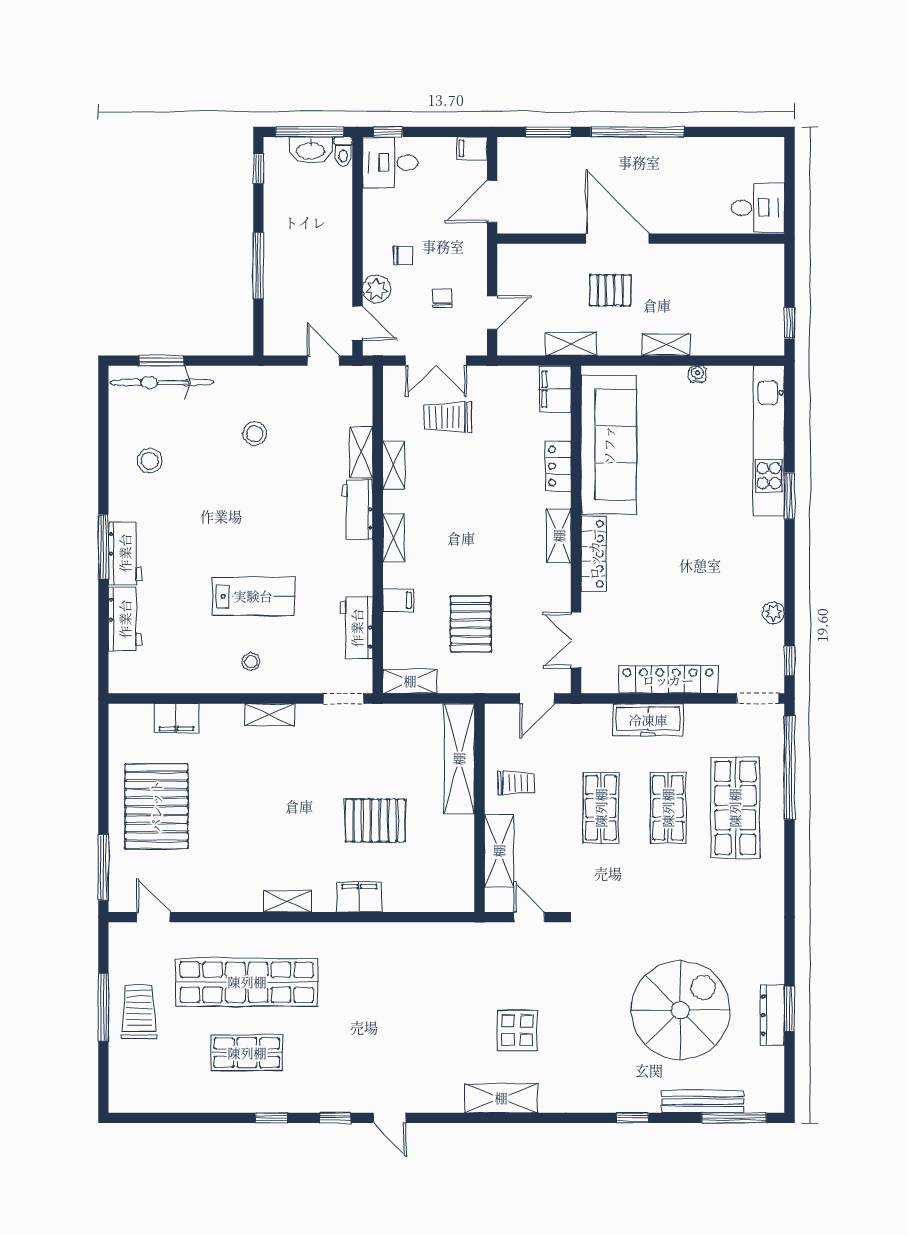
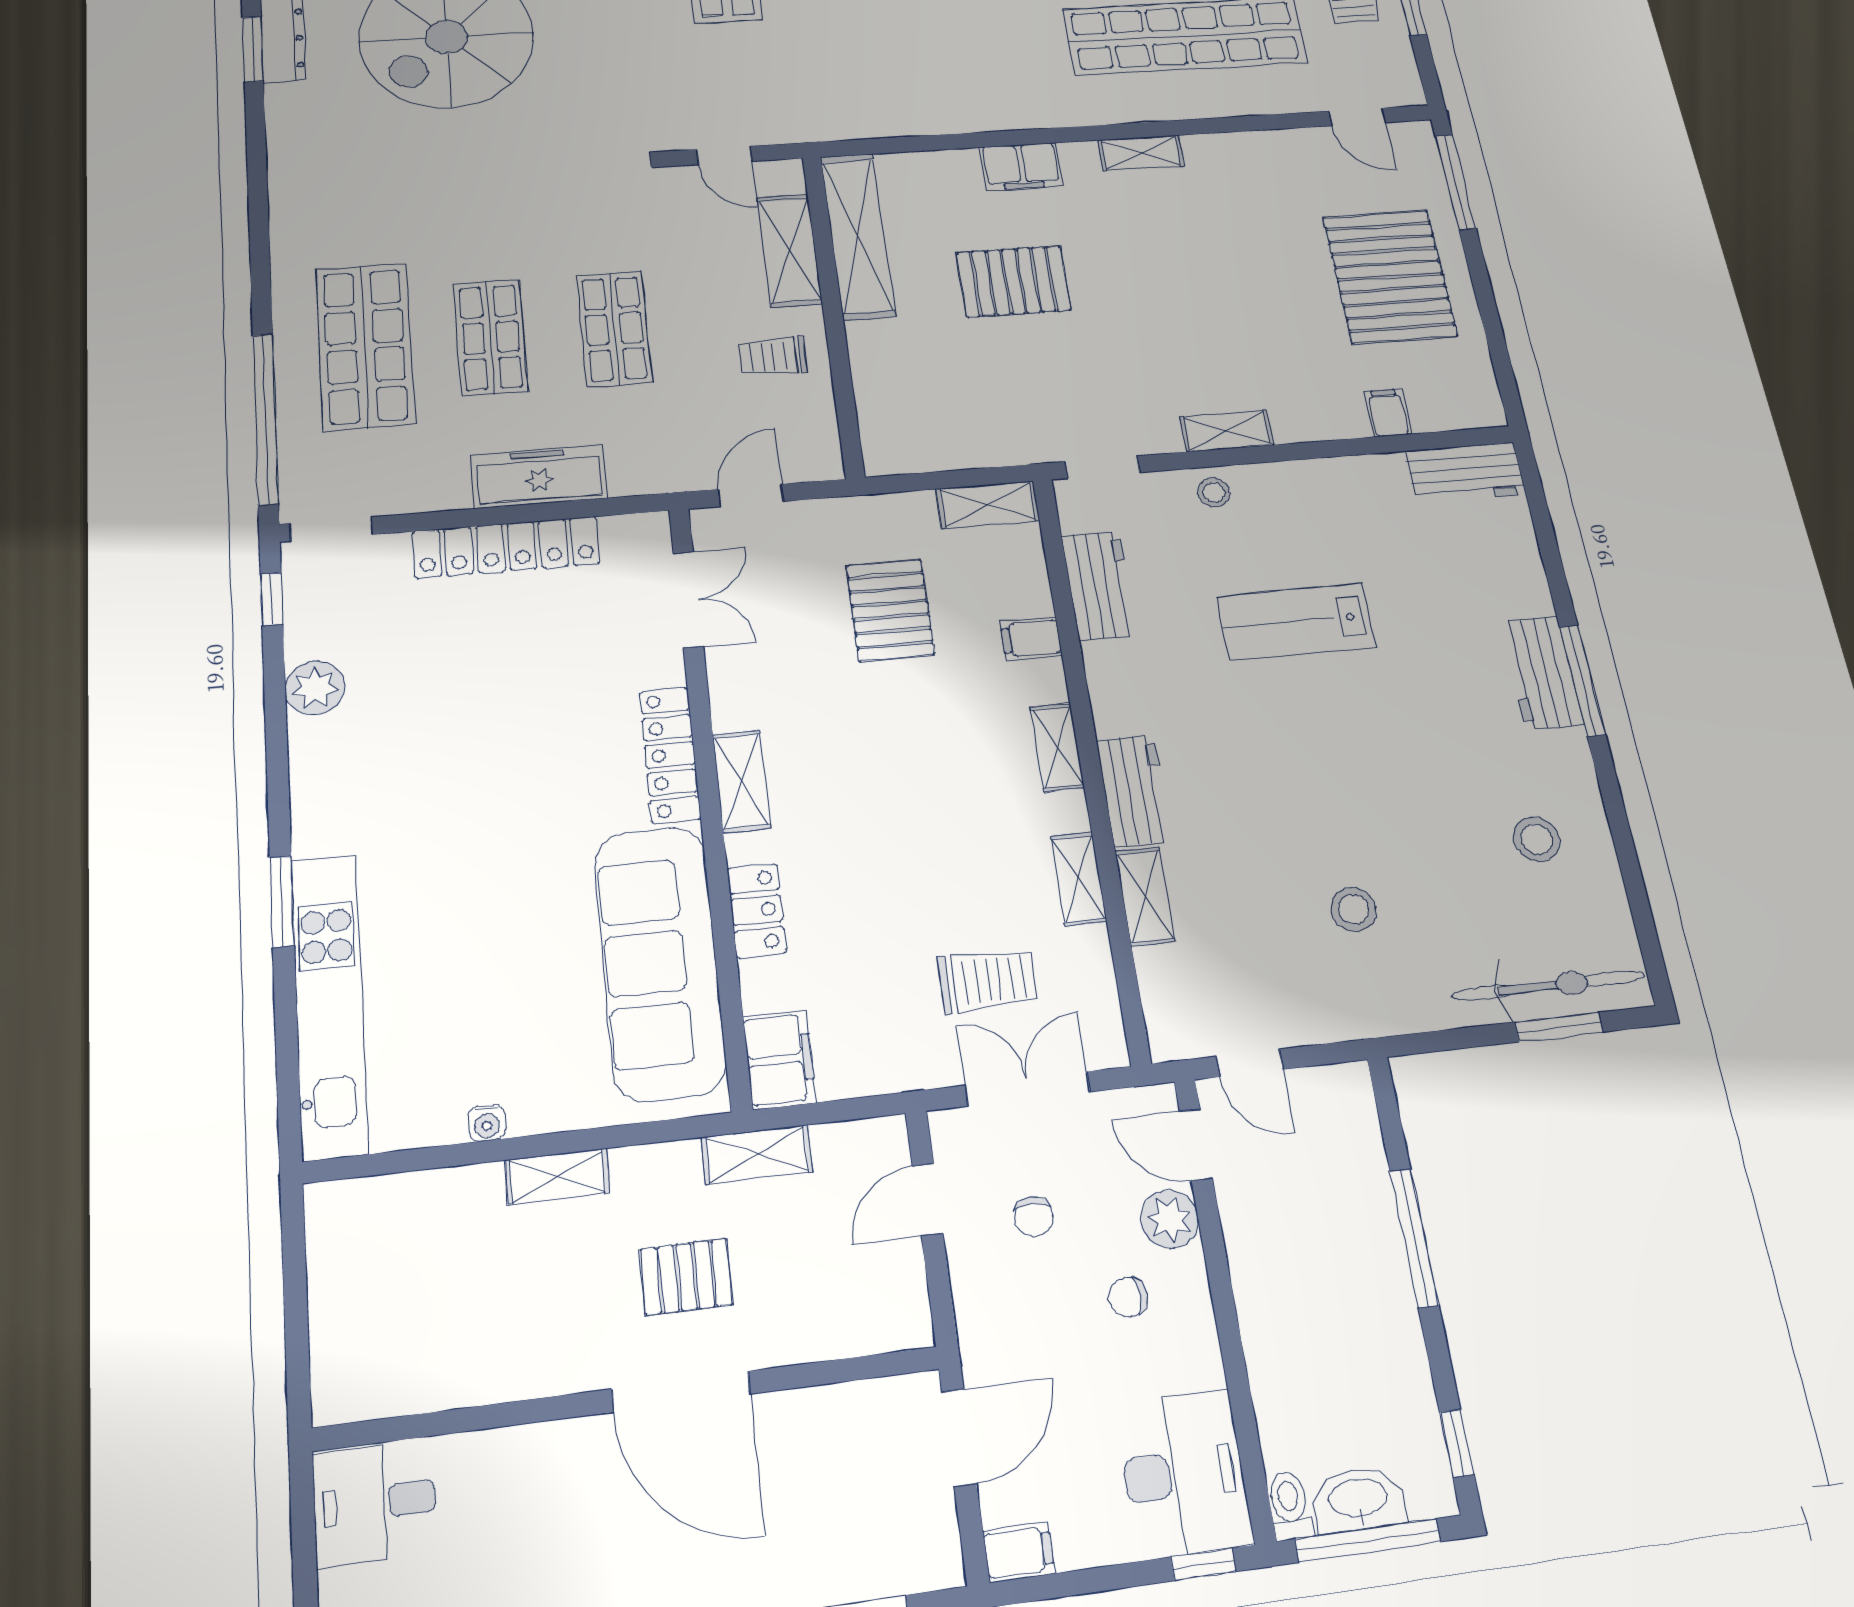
desk: (390, 163) -> (1184, 1474), width x1.37
window: (789, 323) -> (294, 1254), removed
plant: (774, 613) -> (315, 688), width x1.38, depth x1.38
workbench: (125, 619) -> (1465, 472), moved, turned -90
stool: (251, 662) -> (1214, 492), moved
filing cabinet: (176, 718) -> (1388, 413), width x0.50
shelving: (459, 759) -> (858, 236), moved

